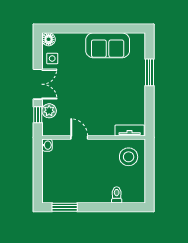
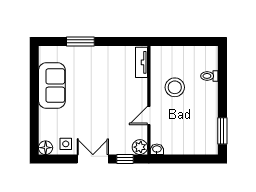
plant: (49, 111) -> (140, 147), moved
stool: (129, 157) -> (175, 87), moved

